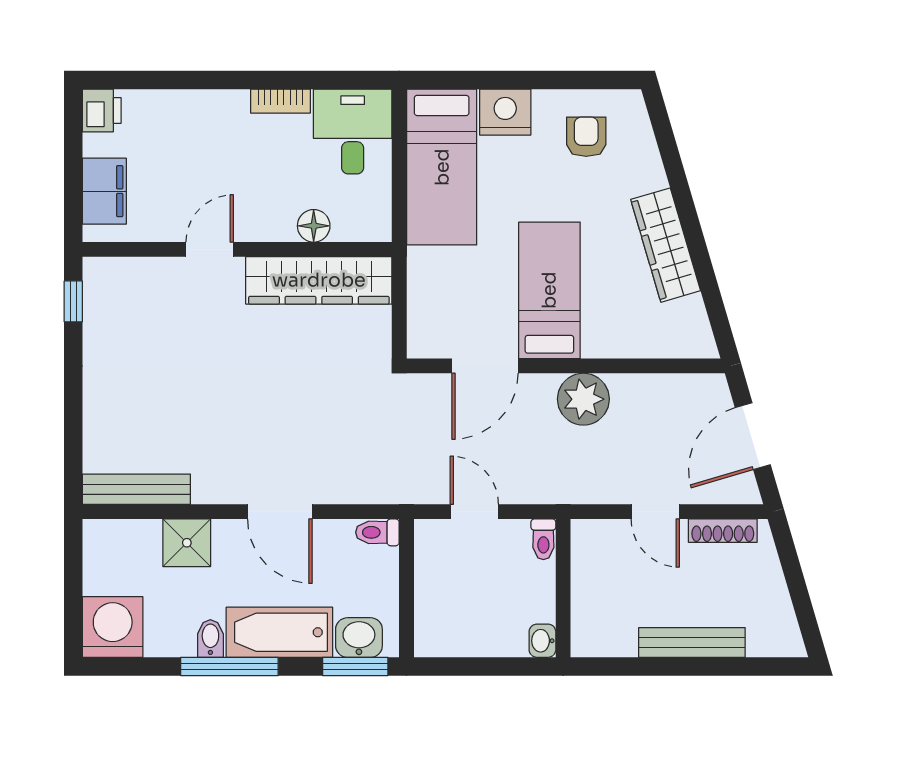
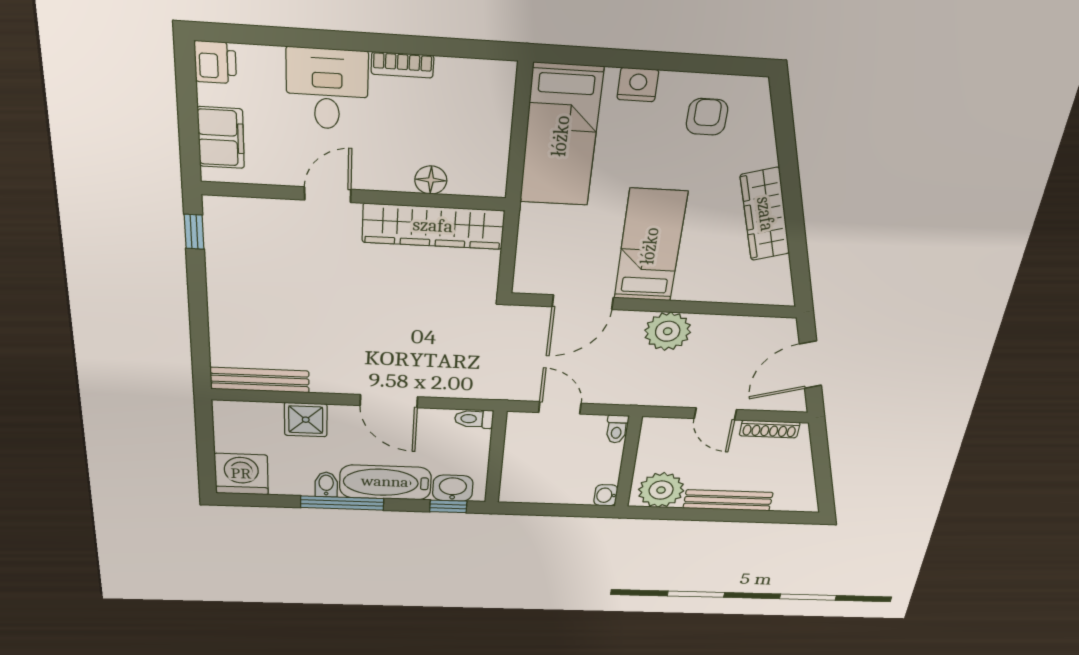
nightstand: (505, 112) -> (638, 85), width x0.74, depth x0.75
desk: (353, 132) -> (327, 89), moved
plant: (608, 630) -> (661, 490), added
window: (355, 666) -> (448, 506), width x0.67

